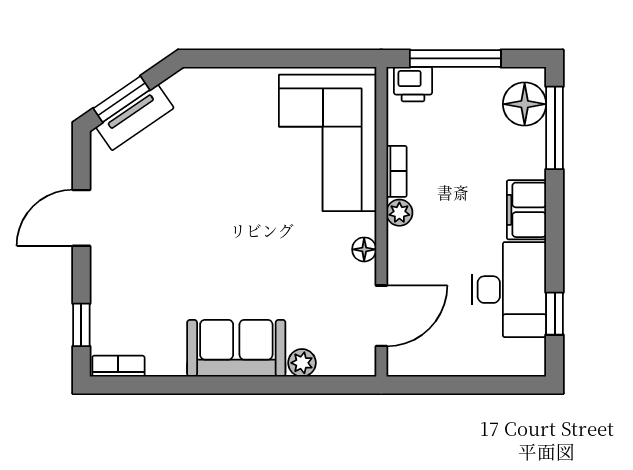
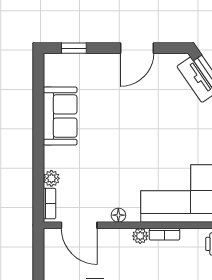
door: (81, 218) -> (137, 48), swing flipped
sofa: (236, 348) -> (60, 116), moved
bookcase: (118, 366) -> (49, 204), moved

